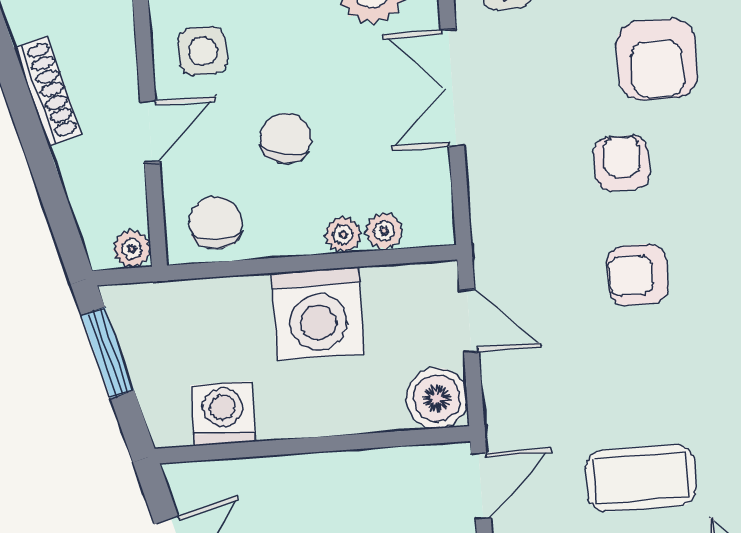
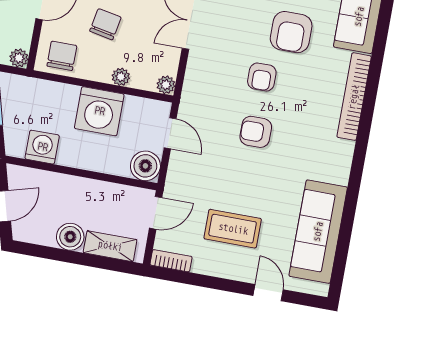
armchair: (622, 163) -> (262, 77), turned 180
plant: (384, 231) -> (166, 85), moved

